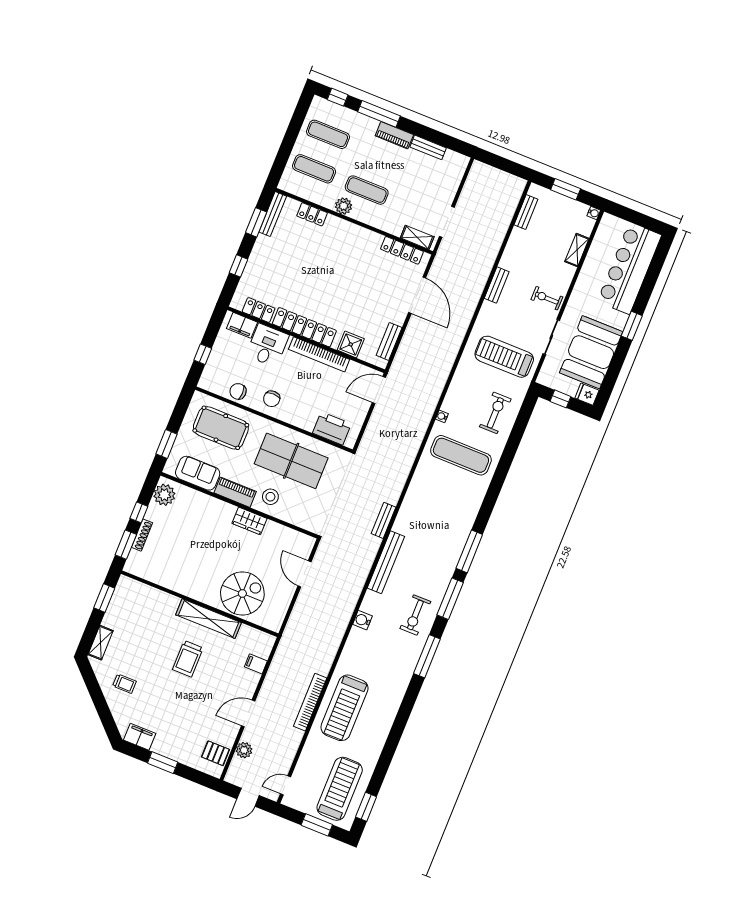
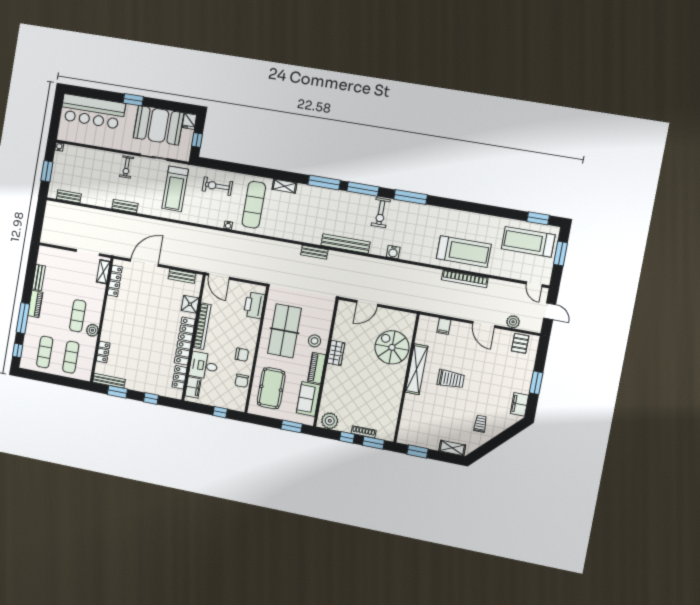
shelving: (577, 250) -> (284, 186), moved
exercise bike: (415, 615) -> (381, 213), turned 90

